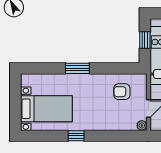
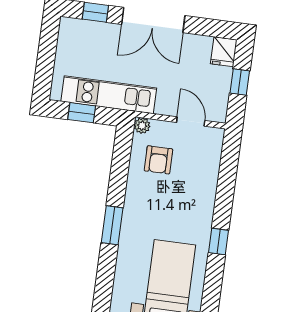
plant: (142, 125) -> (142, 126), moved

